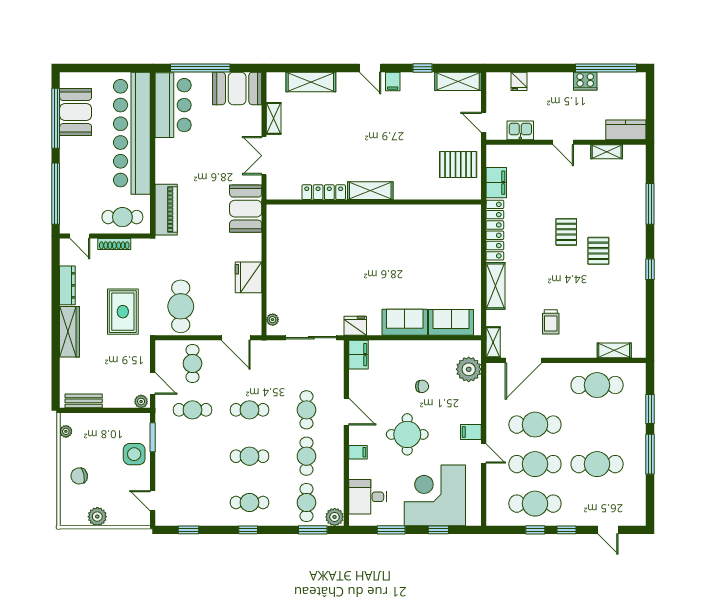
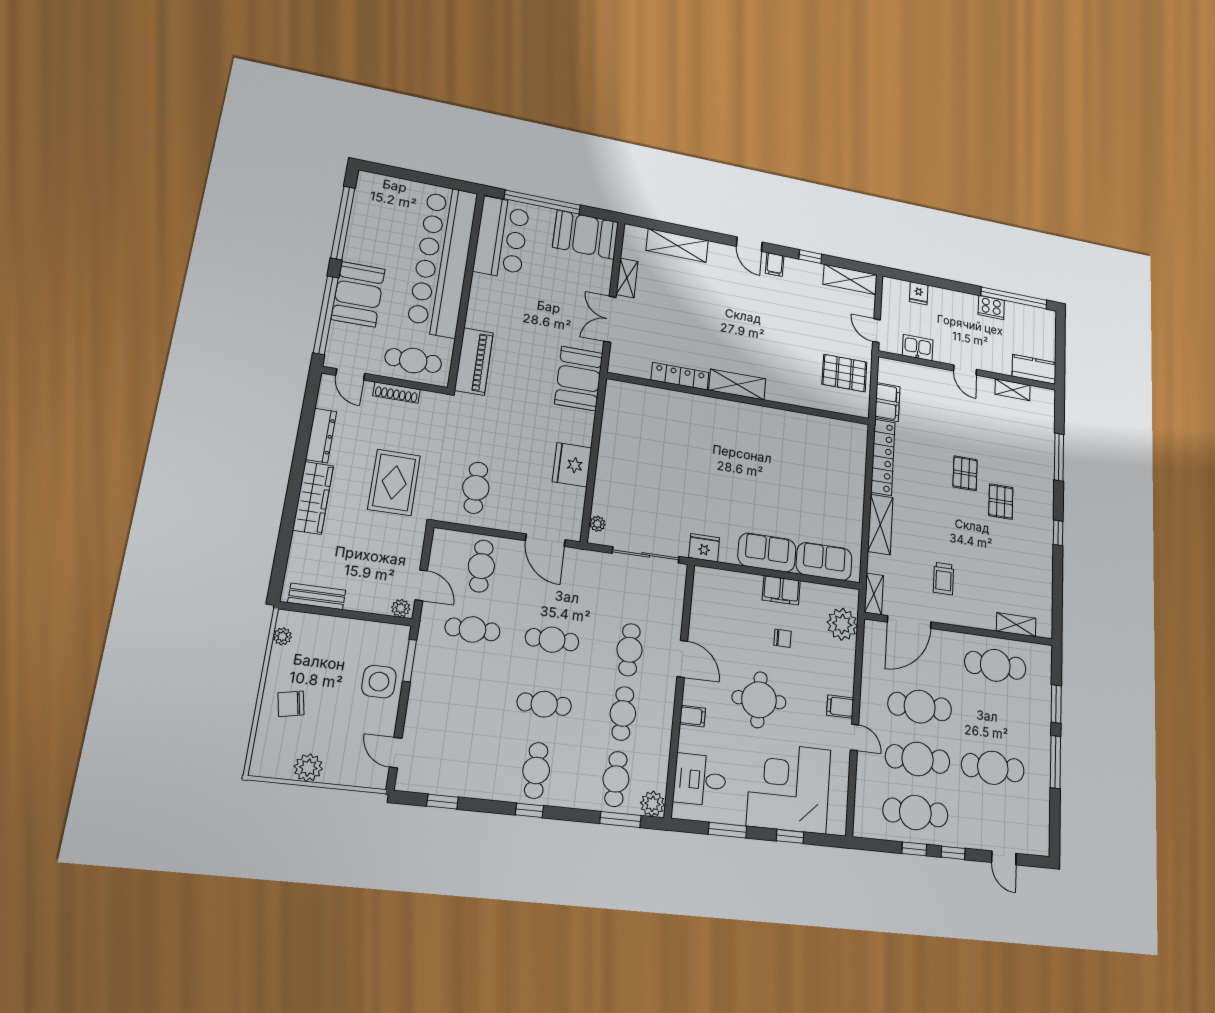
booth: (76, 112) -> (358, 294), moved
cafe table: (181, 306) -> (476, 488), width x0.73, depth x0.74
filing cabinet: (358, 355) -> (781, 590), moved, turned 90
cafe table: (249, 503) -> (536, 770), turned 90

